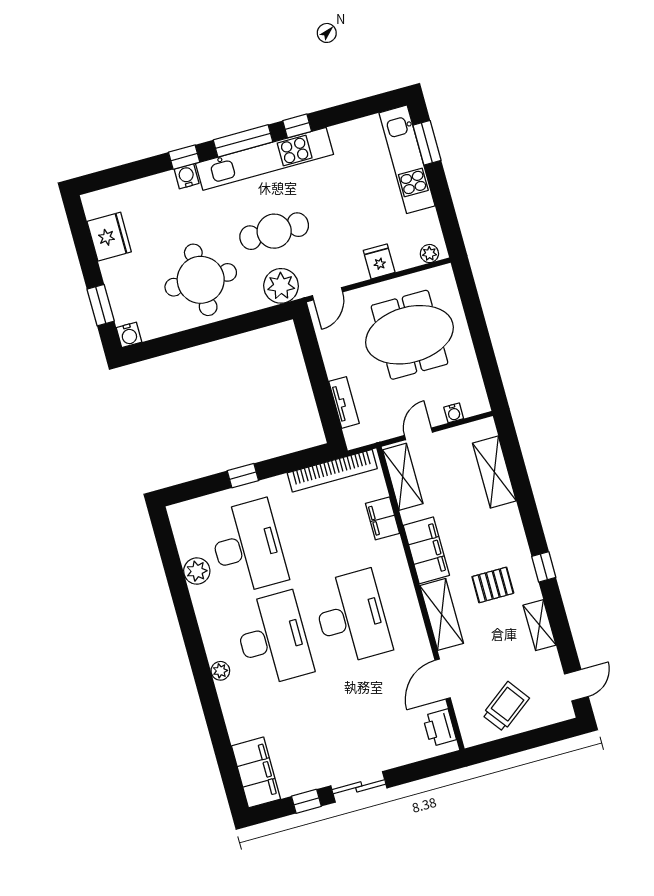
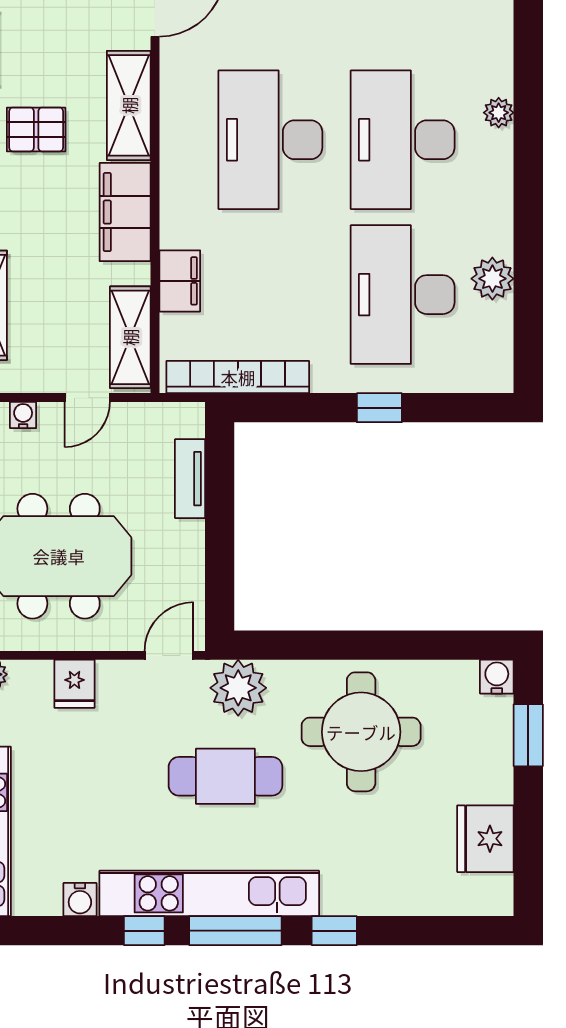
water cooler: (187, 176) -> (80, 900), moved

